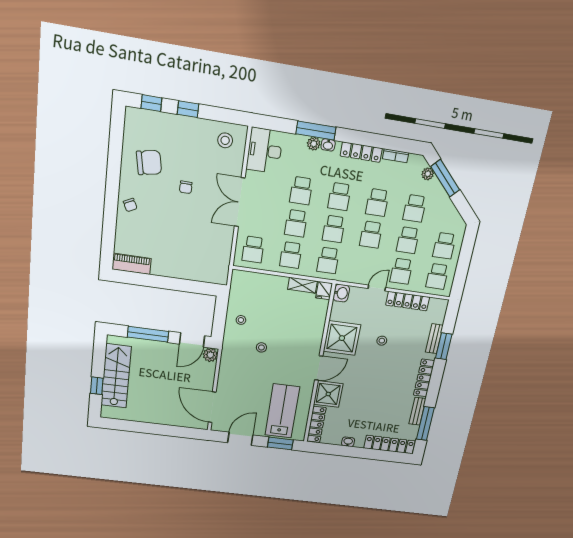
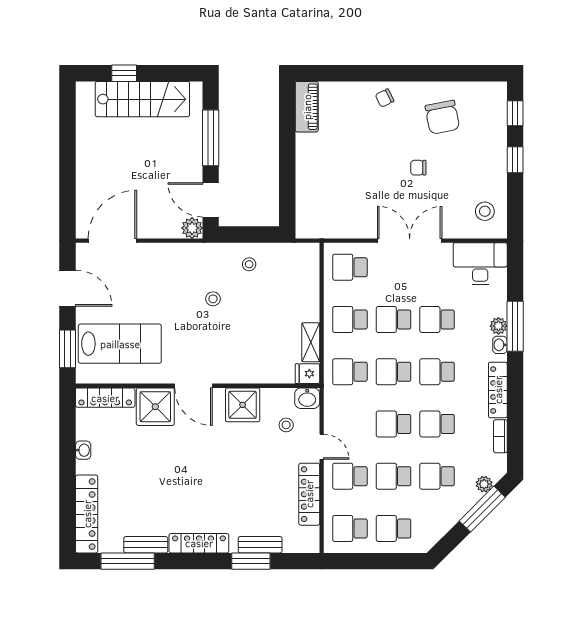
shower: (342, 338) -> (243, 405), width x0.73, depth x0.73
stool: (382, 341) -> (286, 425), moved

